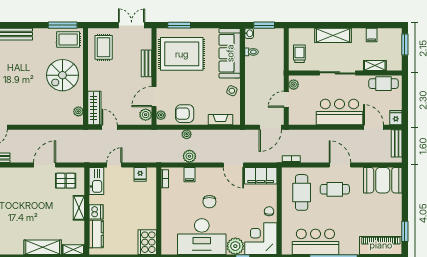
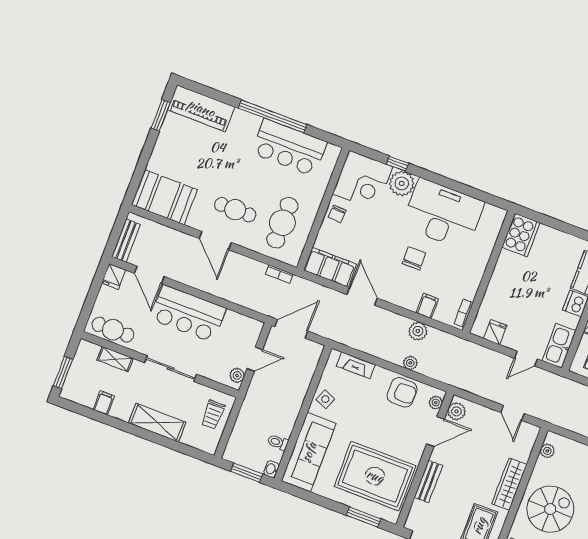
wardrobe: (94, 108) -> (509, 484), moved

